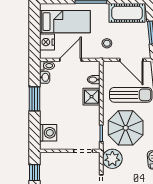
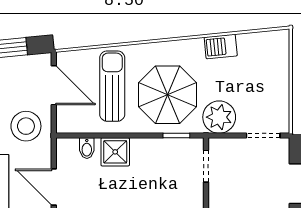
stool: (107, 43) -> (26, 126), width x1.89, depth x1.89
door: (131, 60) -> (54, 85), hinge flipped

